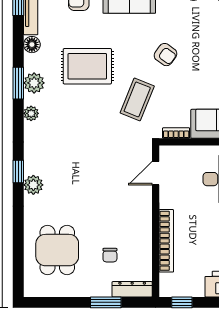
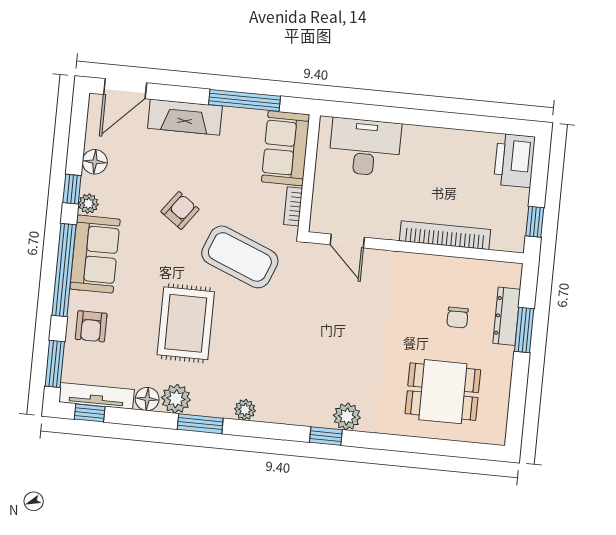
plant: (34, 83) -> (176, 399), moved
coffee table: (137, 99) -> (240, 257), width x1.36, depth x1.32
chair: (110, 255) -> (458, 317), turned 90
dresser: (132, 289) -> (507, 316), moved

